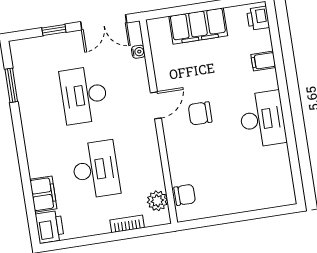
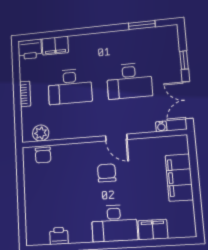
printer: (258, 18) -> (59, 236), moved
filing cabinet: (263, 61) -> (153, 230), width x2.00
desk: (84, 95) -> (129, 81), turned 180
desk: (262, 119) -> (114, 223), moved
bookcase: (127, 224) -> (25, 94), moved

